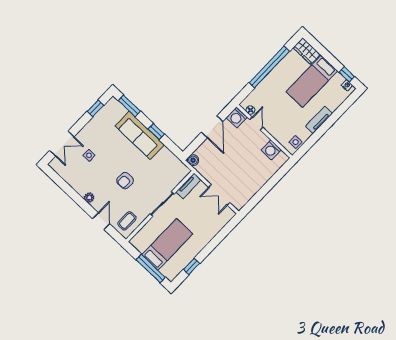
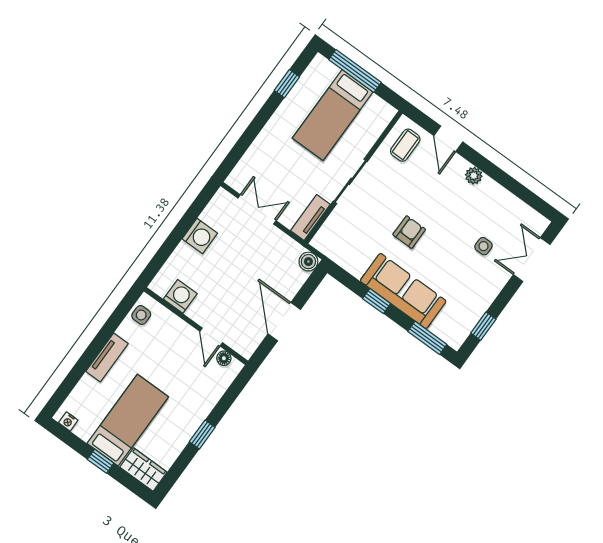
window: (269, 67) -> (202, 434), width x0.32
window: (347, 74) -> (101, 461), moved
washing machine: (237, 117) -> (200, 236), moved, turned 90
armchair: (125, 181) -> (409, 232), moved

